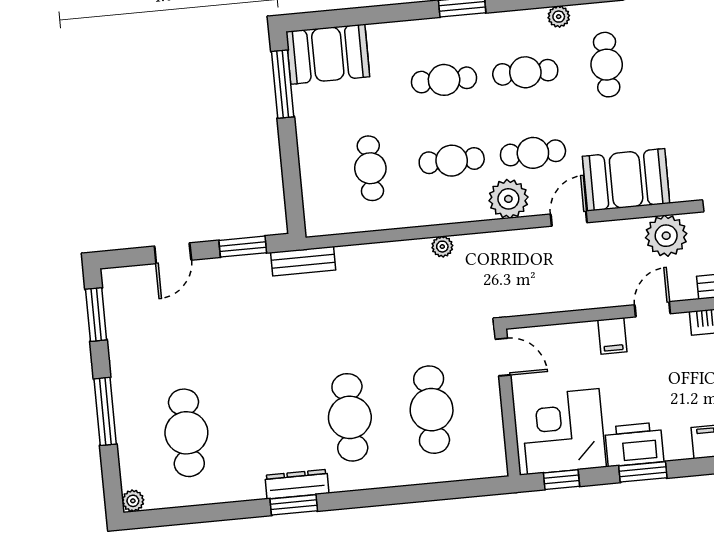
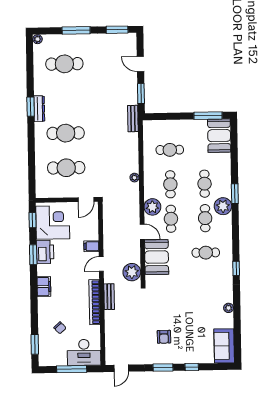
plant: (559, 17) -> (223, 206), moved, width x1.88, depth x1.88
door: (653, 309) -> (101, 264), swing flipped

